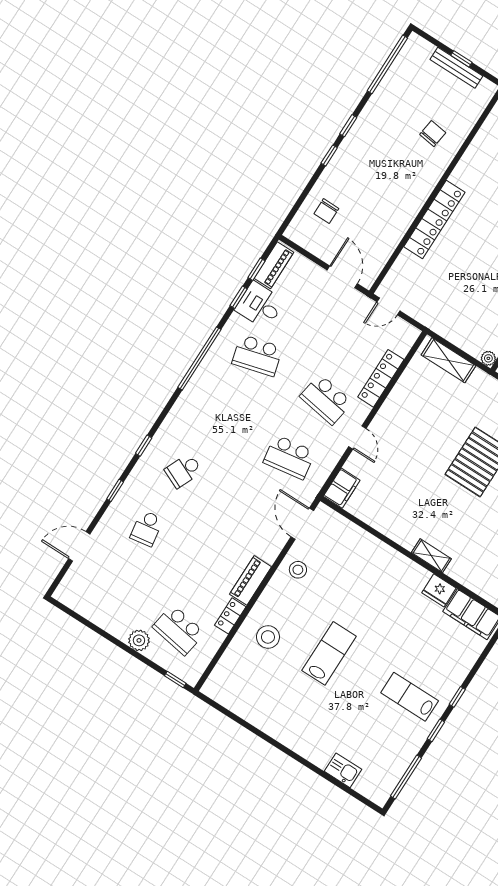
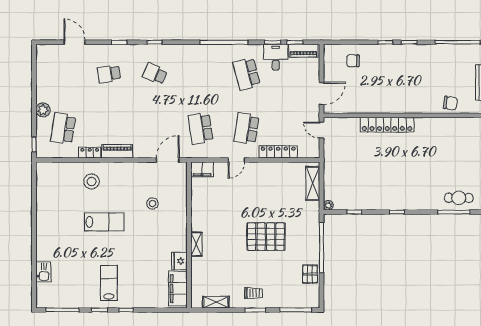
chair: (433, 134) -> (450, 103), moved
stool: (298, 570) -> (152, 203), moved

